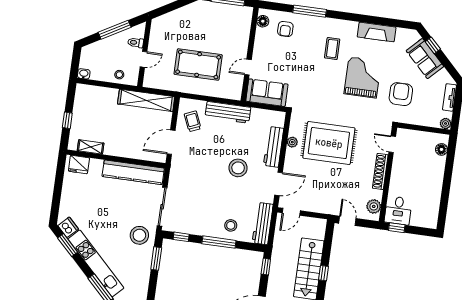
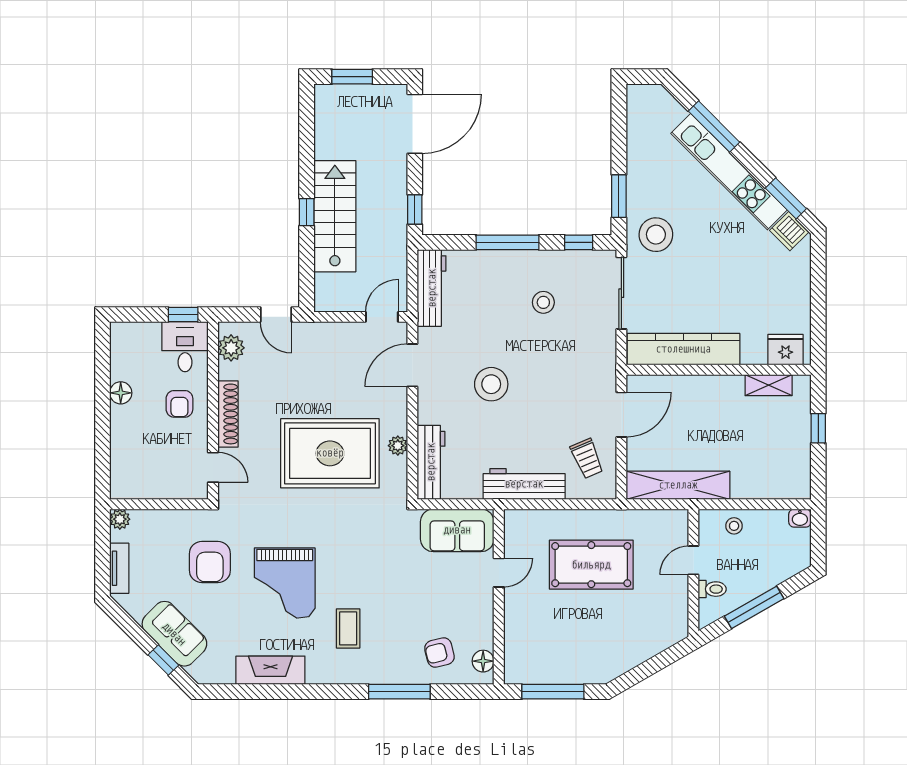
armchair: (285, 29) -> (439, 652), turned -104
workbench: (274, 147) -> (431, 462), moved
floor lamp: (441, 149) -> (121, 393), moved
armchair: (405, 180) -> (179, 404), added
stool: (231, 225) -> (543, 302), moved

